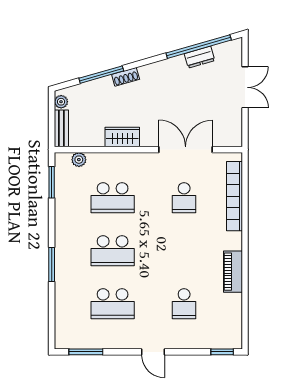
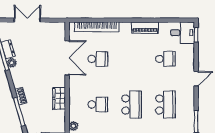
plant: (178, 63) -> (12, 63), added
double door: (186, 150) -> (67, 58), swing flipped
school desk: (113, 198) -> (98, 105), width x0.54
desk: (225, 331) -> (183, 33), added

